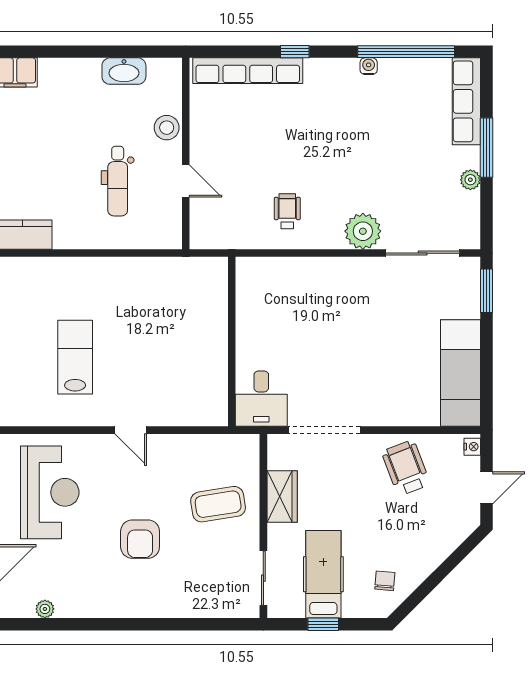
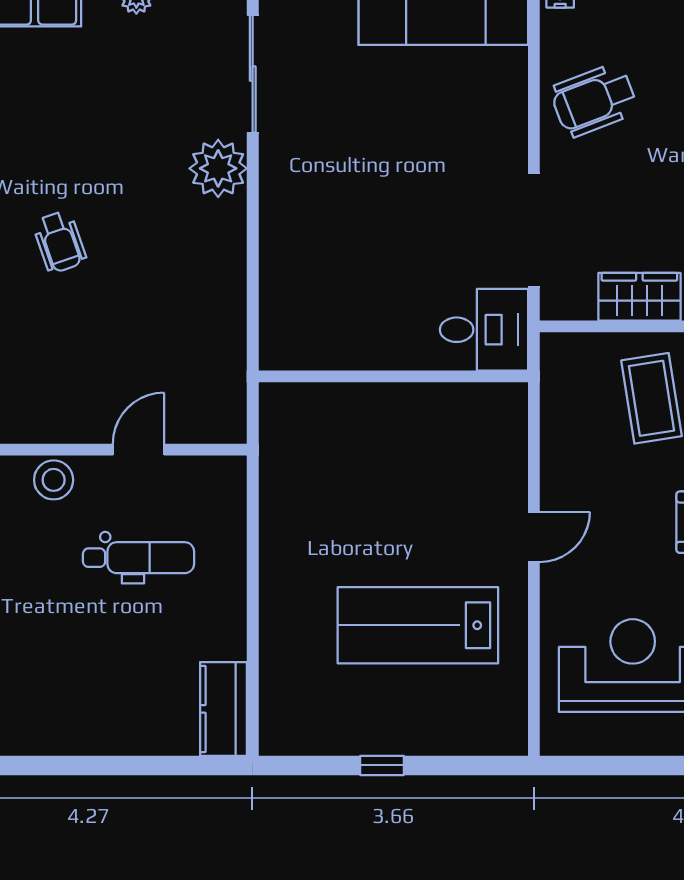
wheelchair: (287, 211) -> (60, 242), moved, turned -109
lab bench: (75, 357) -> (418, 625), width x1.36, depth x1.39

